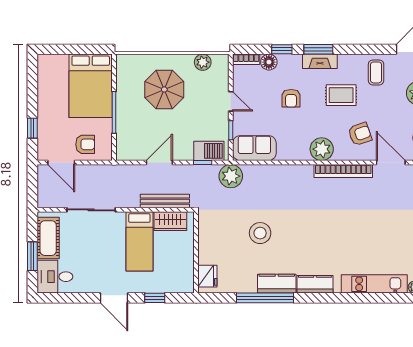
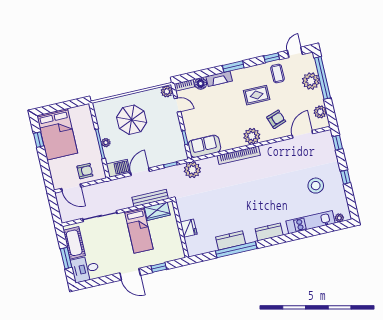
window: (282, 49) -> (272, 58), moved
fireplace: (320, 61) -> (219, 79), moved
plant: (203, 62) -> (167, 91), moved
bed: (91, 86) -> (57, 134), moved
armchair: (291, 98) -> (222, 105), removed
door: (231, 101) -> (177, 105), moved
plant: (122, 112) -> (106, 143), added
window: (32, 128) -> (39, 140), moved
barbecue: (209, 151) -> (118, 168), moved
door: (391, 163) -> (302, 134), hinge flipped
bookcase: (343, 171) -> (239, 155), moved
stool: (260, 233) -> (316, 186), moved
fridge: (207, 276) -> (189, 228), moved
kitchen counter: (277, 284) -> (231, 240), moved

